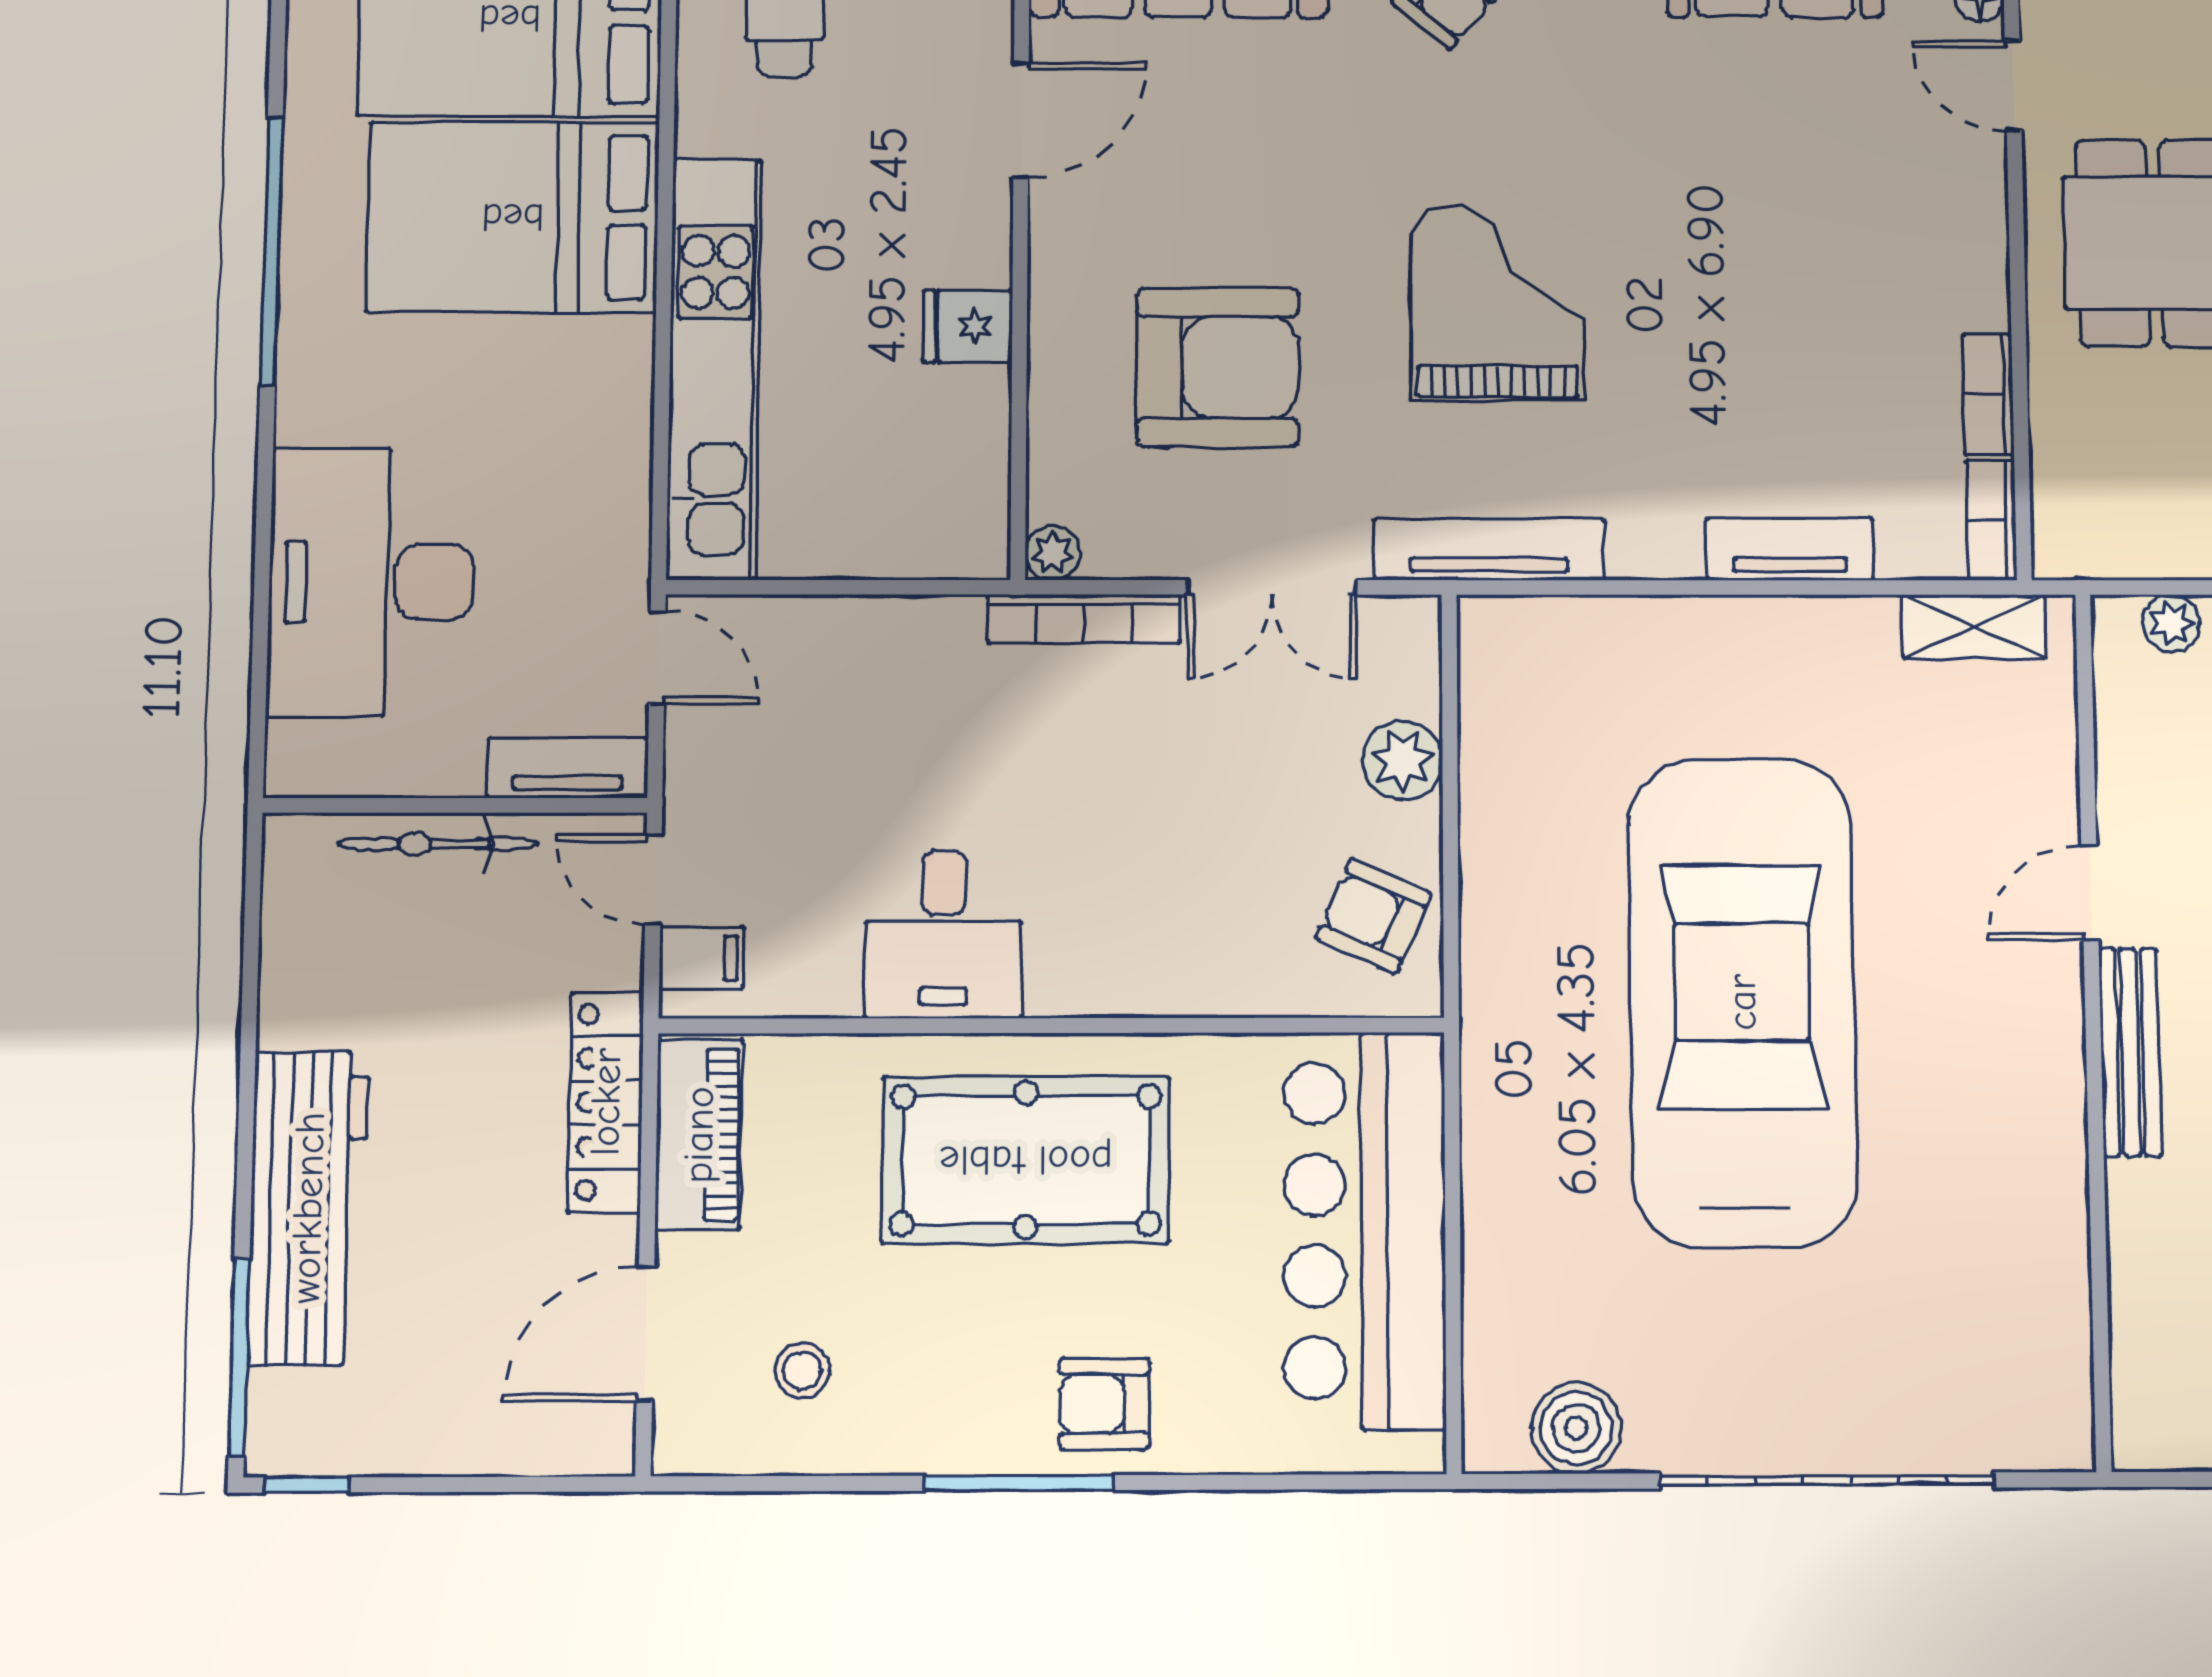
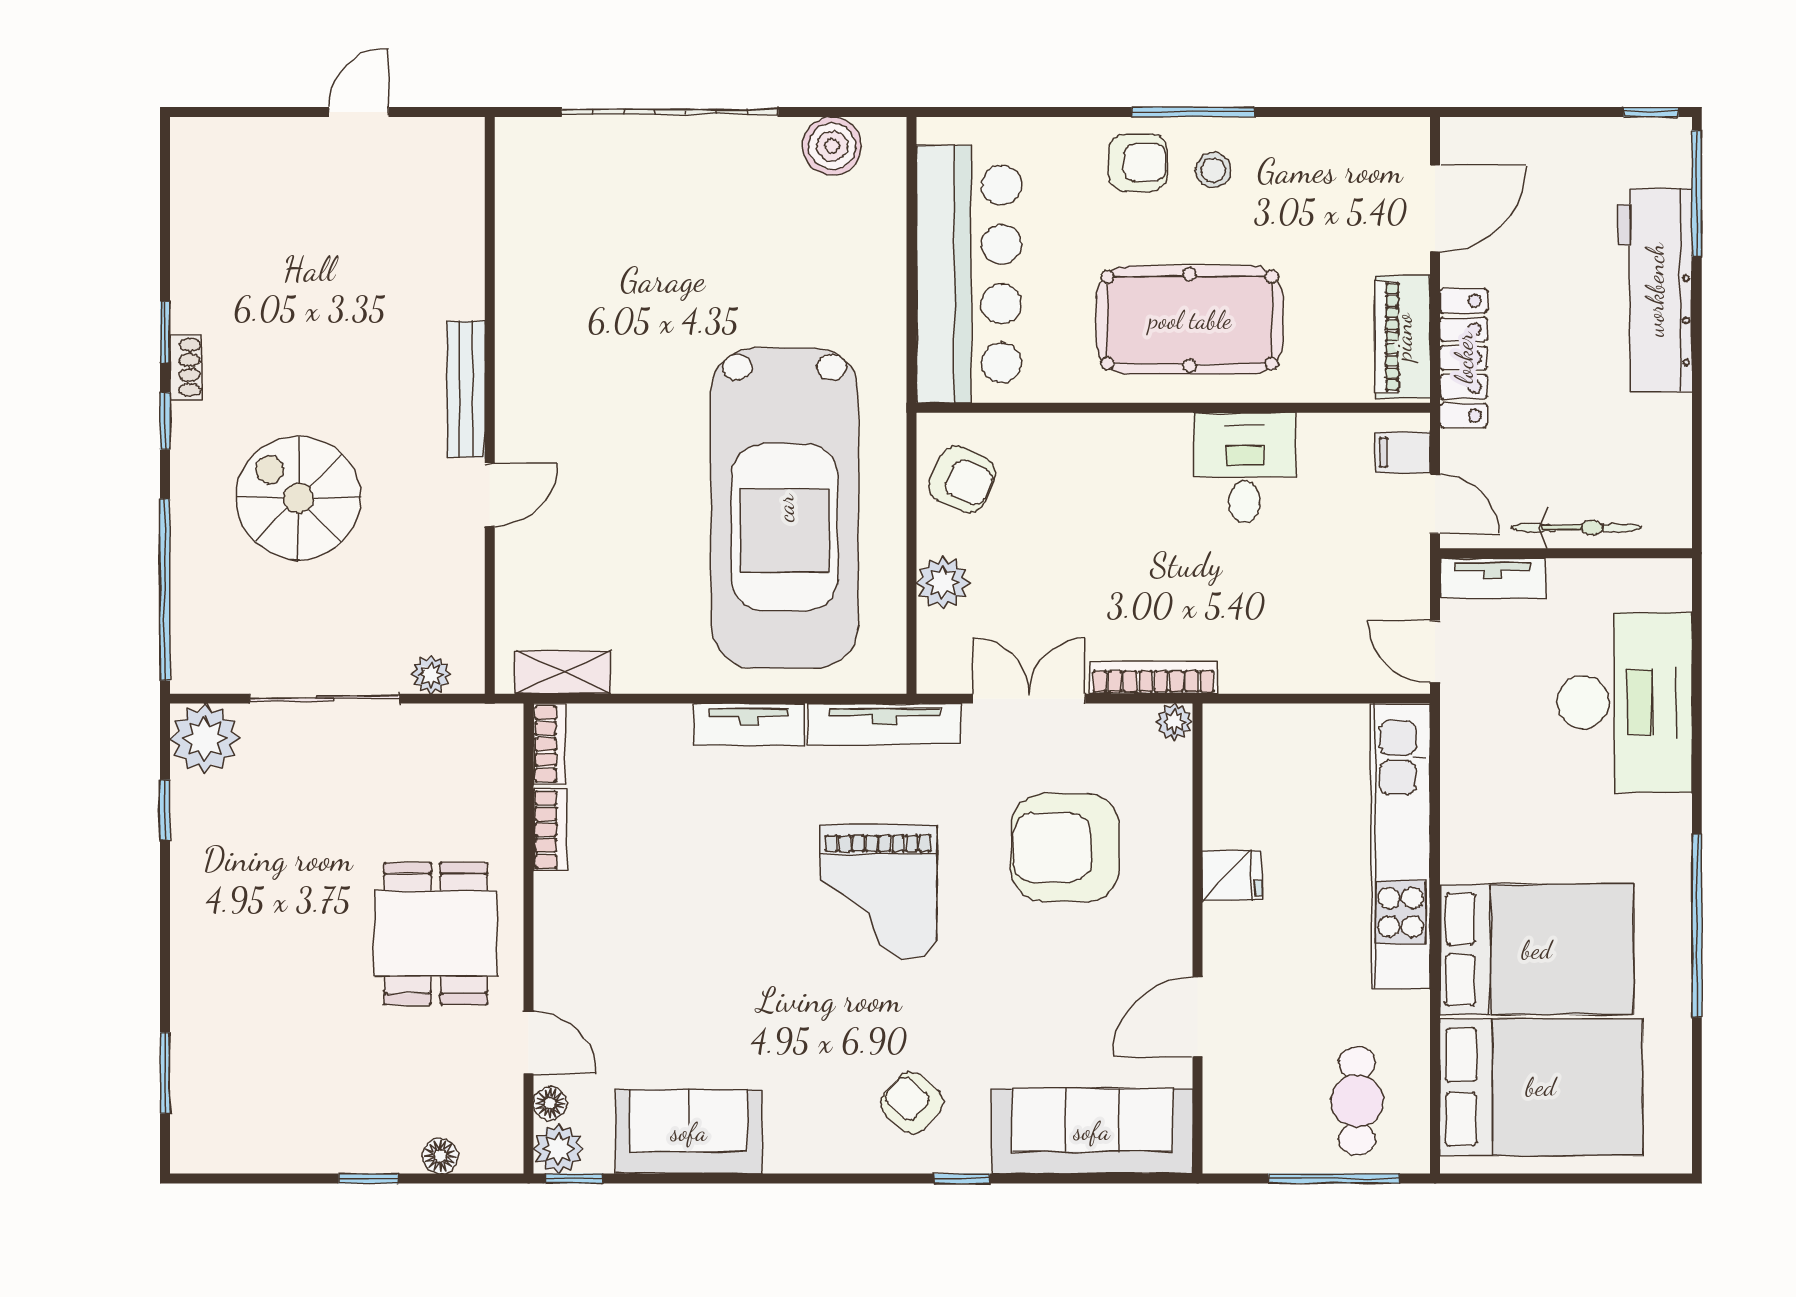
tv unit: (1790, 549) -> (749, 725), moved
car: (1742, 1002) -> (785, 508), moved
stool: (802, 1371) -> (1213, 170), moved

